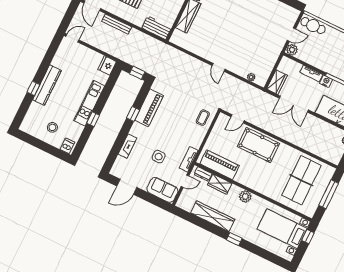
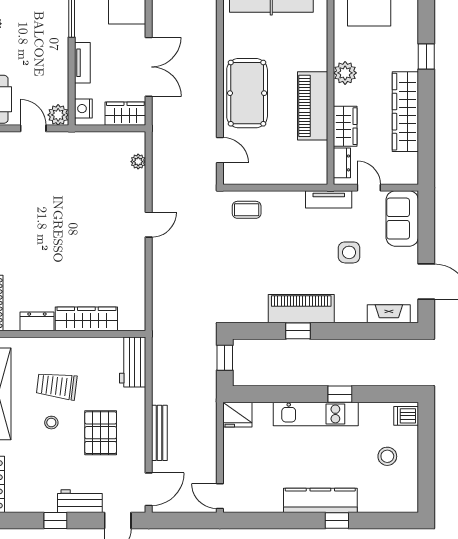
nightstand: (326, 81) -> (83, 109), moved
piano: (149, 108) -> (301, 309), moved
fireplace: (127, 146) -> (389, 314), moved
piano: (220, 165) -> (313, 106), moved

